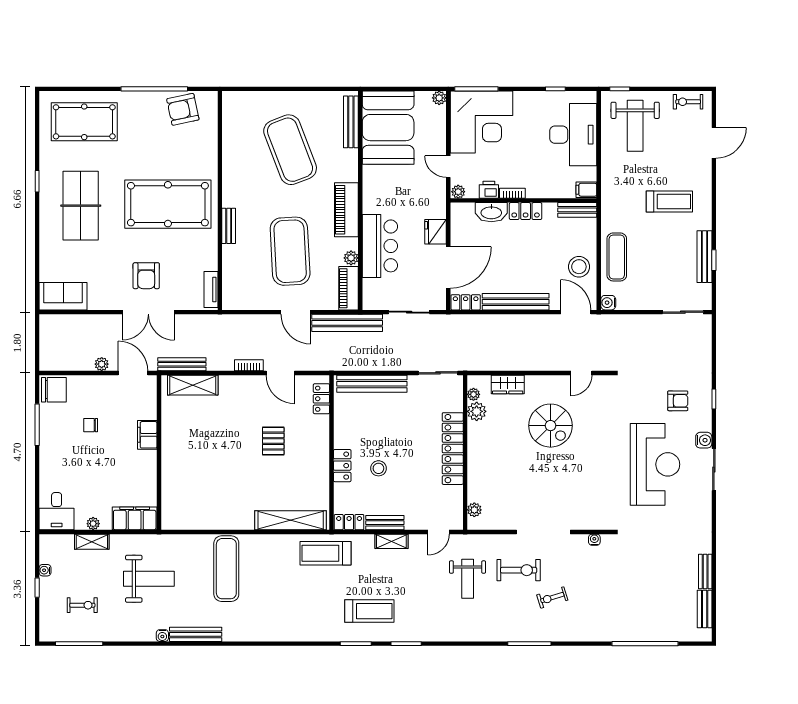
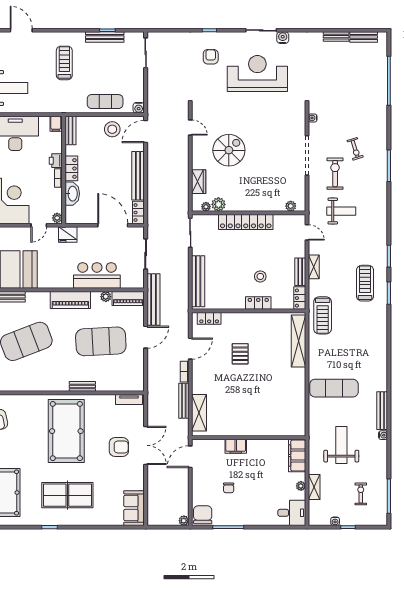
printer: (489, 190) -> (56, 161), moved
fridge: (436, 232) -> (68, 235), moved
plant: (102, 364) -> (184, 521), moved
bench: (182, 364) -> (184, 401), moved
water cooler: (704, 440) -> (283, 38), moved
pallet: (273, 441) -> (240, 354), turned 90

